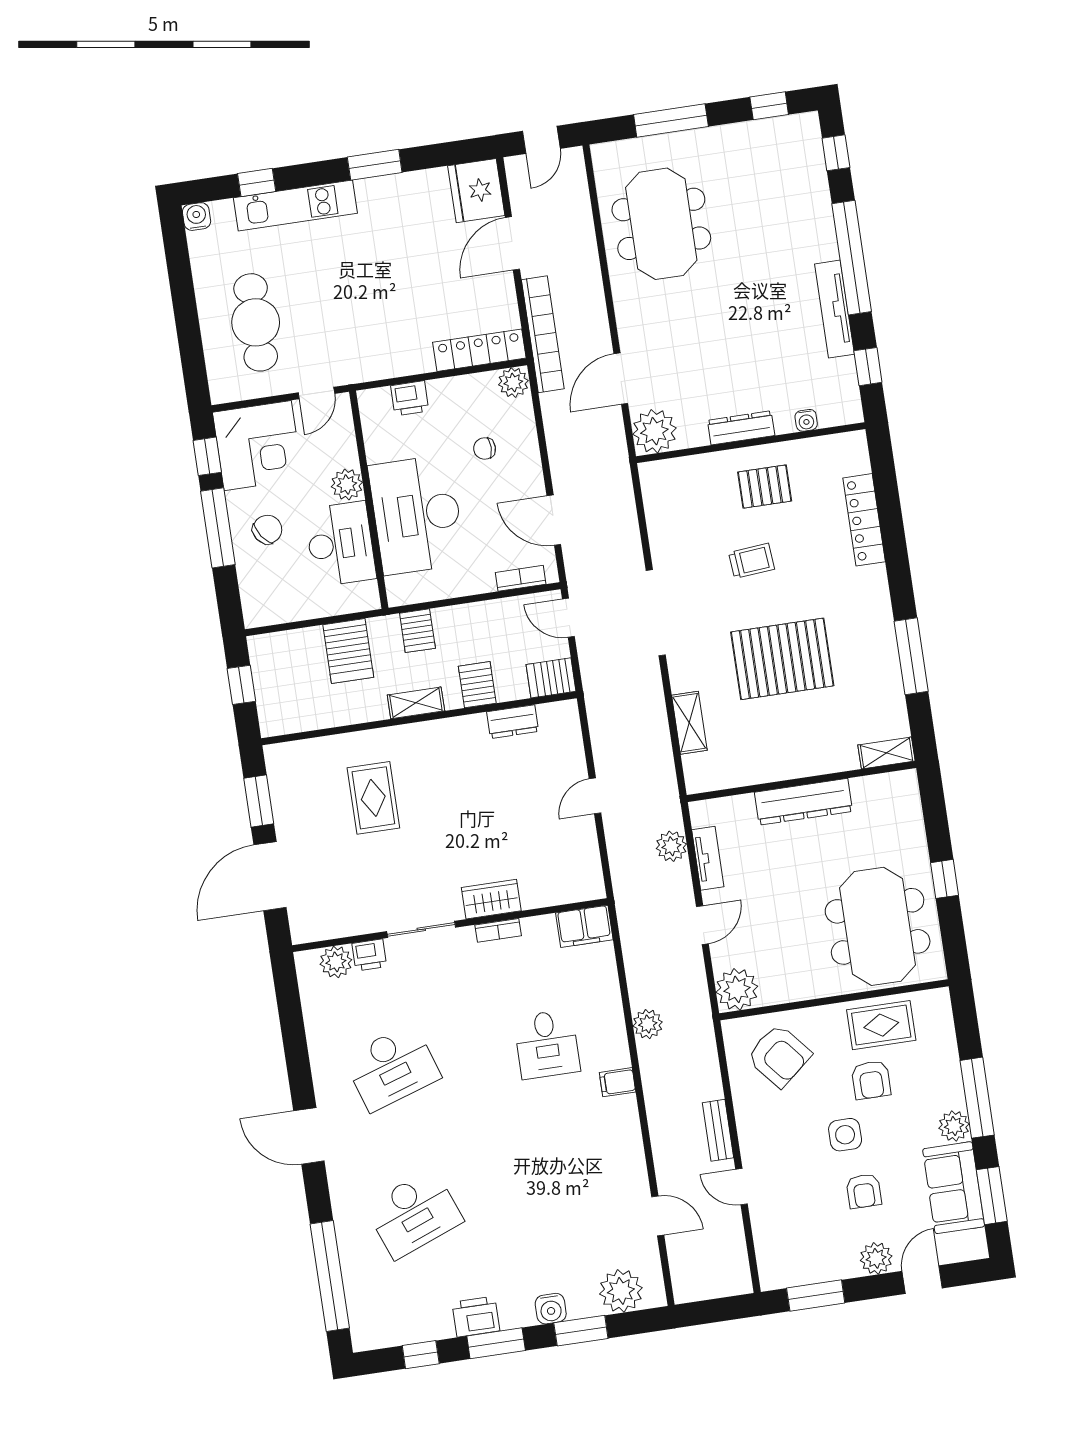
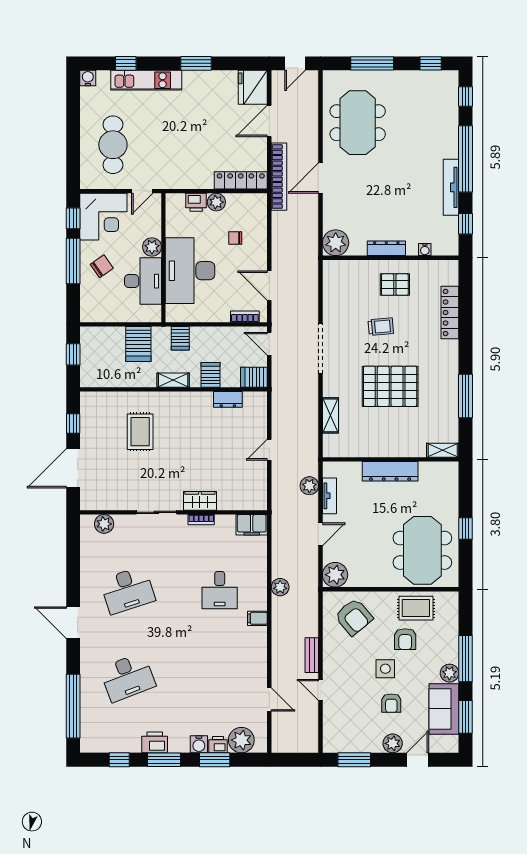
door: (621, 379) -> (321, 178), moved
plant: (513, 383) -> (216, 202), moved
window: (259, 801) -> (73, 423), width x0.67
printer: (369, 955) -> (218, 745), moved, turned 180

